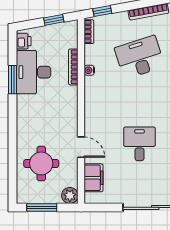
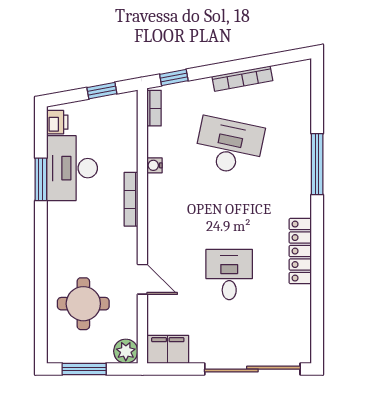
desk: (140, 57) -> (229, 146), turned 30
bookcase: (73, 67) -> (131, 199), moved
filing cabinet: (93, 178) -> (168, 349), moved, turned -90

